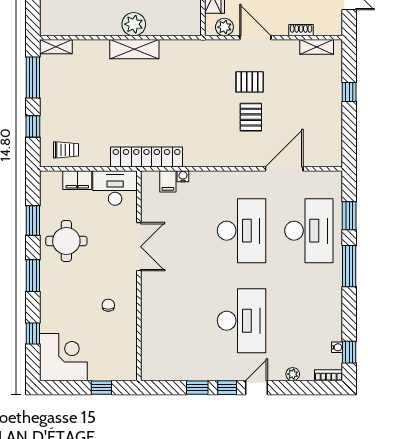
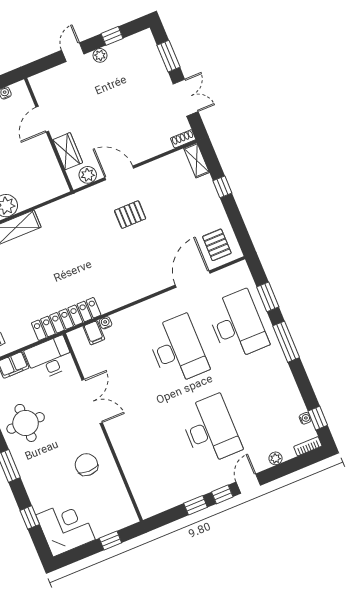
shoe rack: (301, 30) -> (183, 139), moved
shelving: (317, 47) -> (197, 160), moved, turned 90
pallet: (251, 117) -> (217, 245), moved
chair: (108, 305) -> (86, 465), width x1.87, depth x1.87

